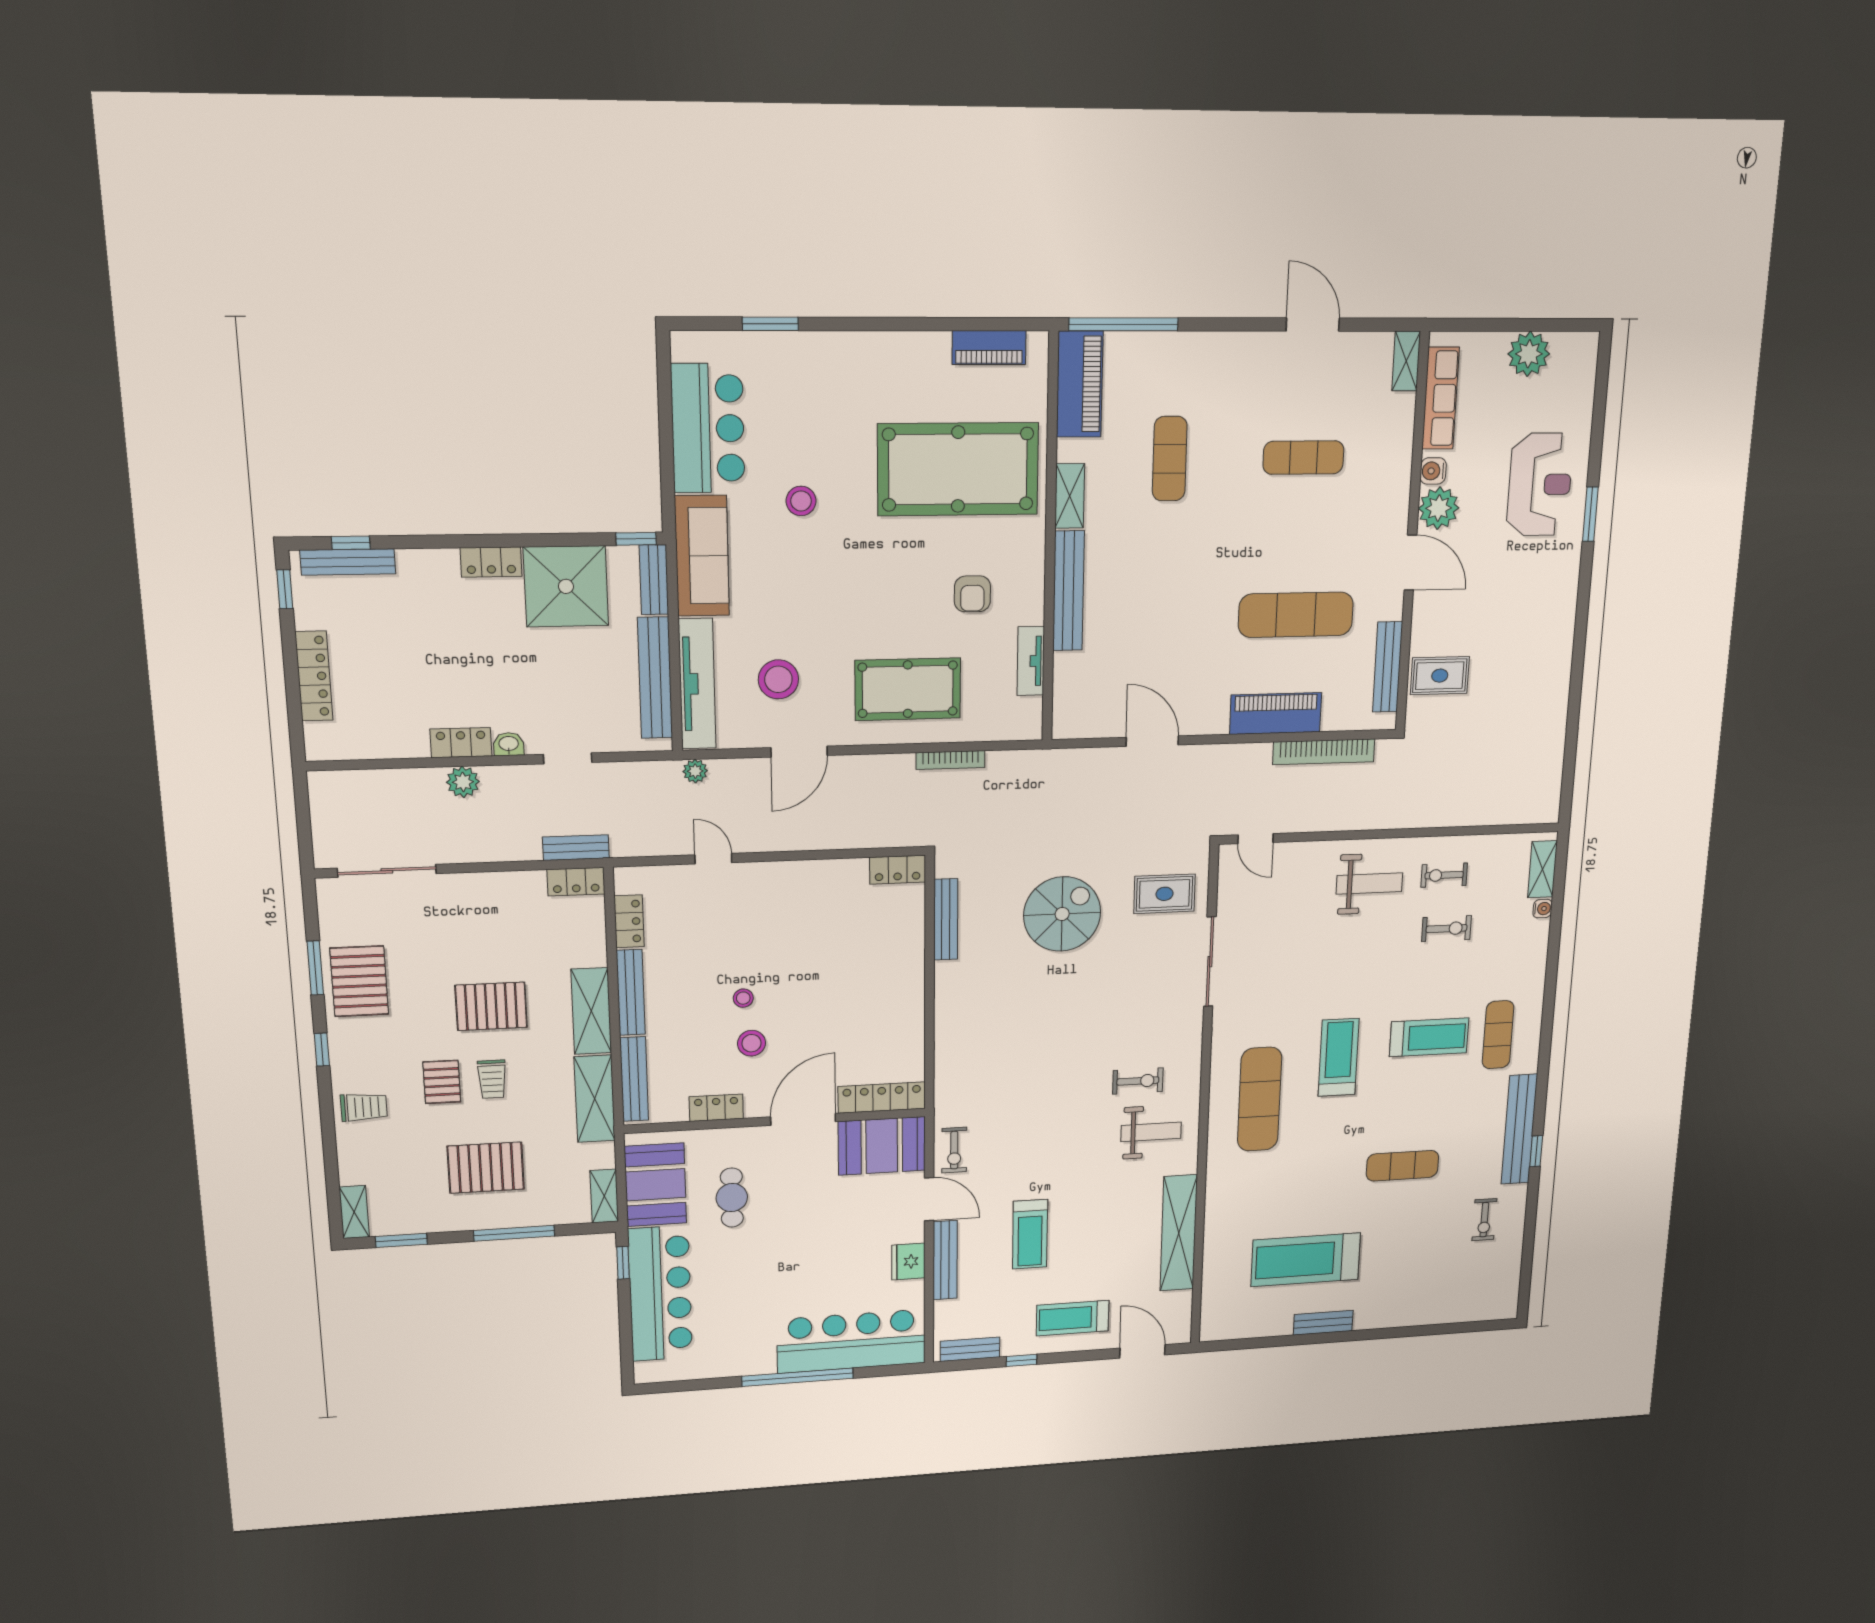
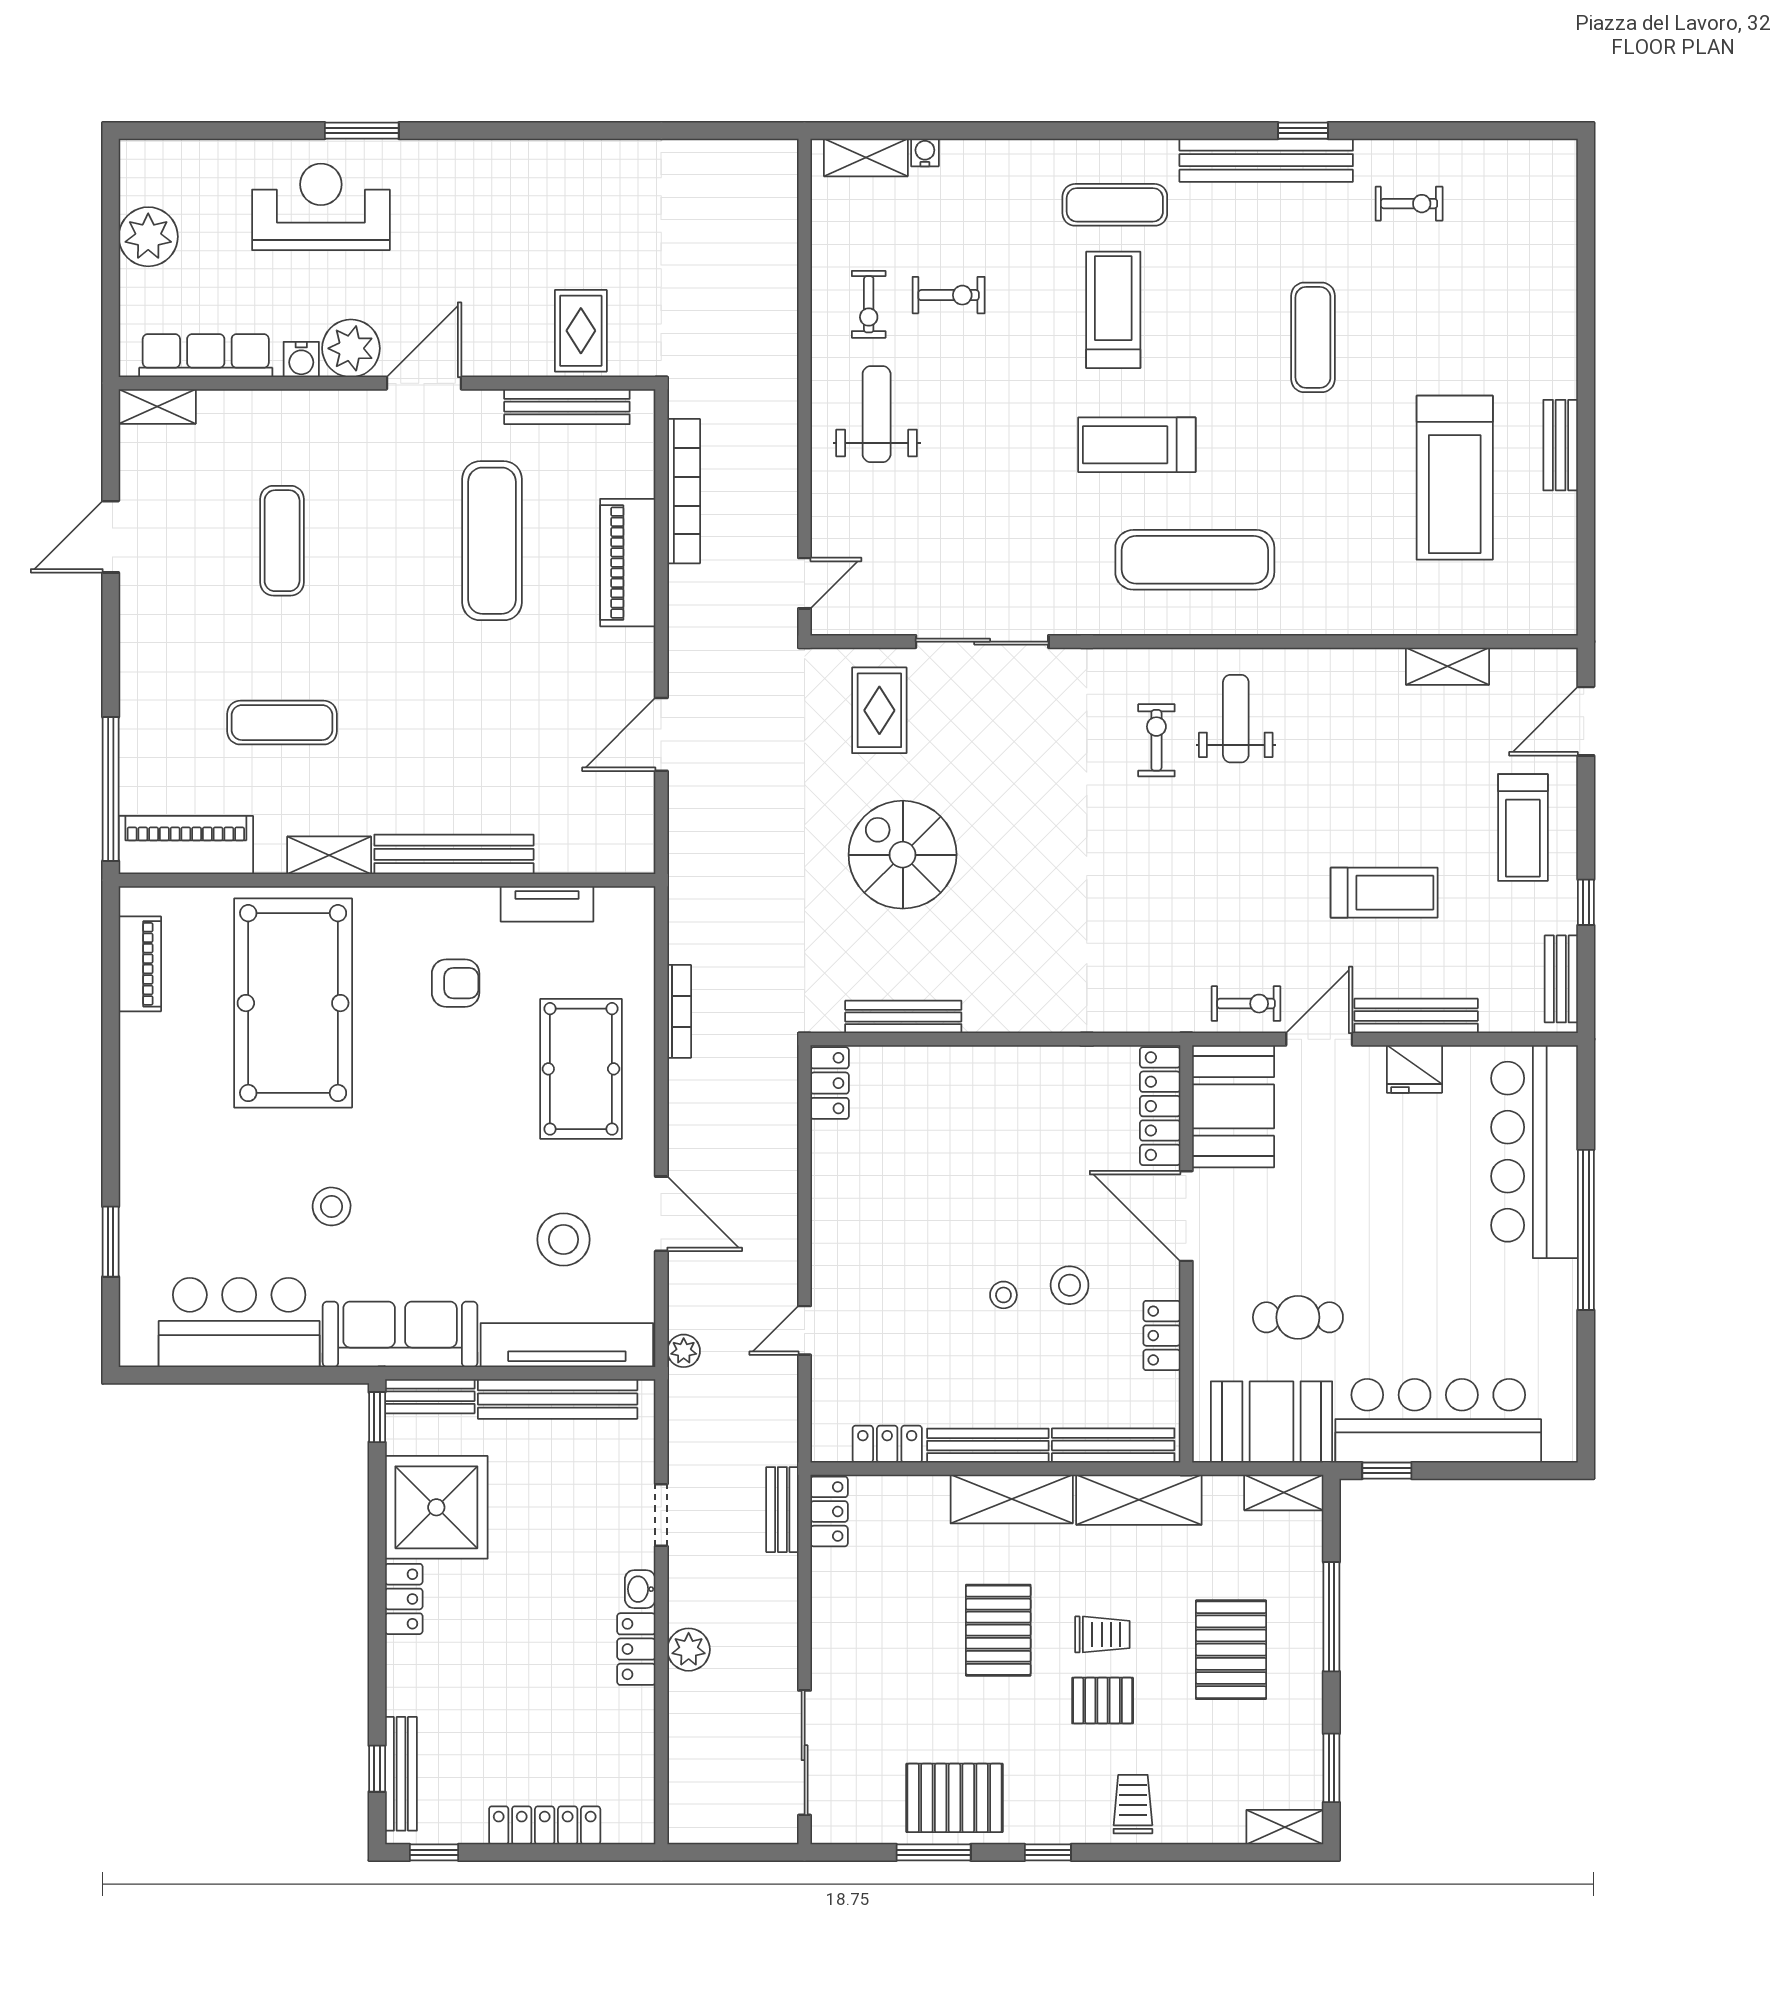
exercise bike: (1447, 929) -> (949, 295), turned 90
shelving: (1179, 1233) -> (1448, 666), width x0.45, depth x0.75

